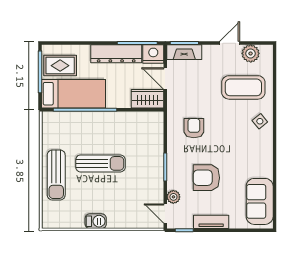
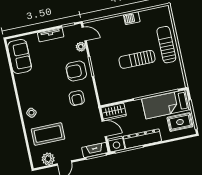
armchair: (206, 178) -> (76, 71), moved, turned 180

